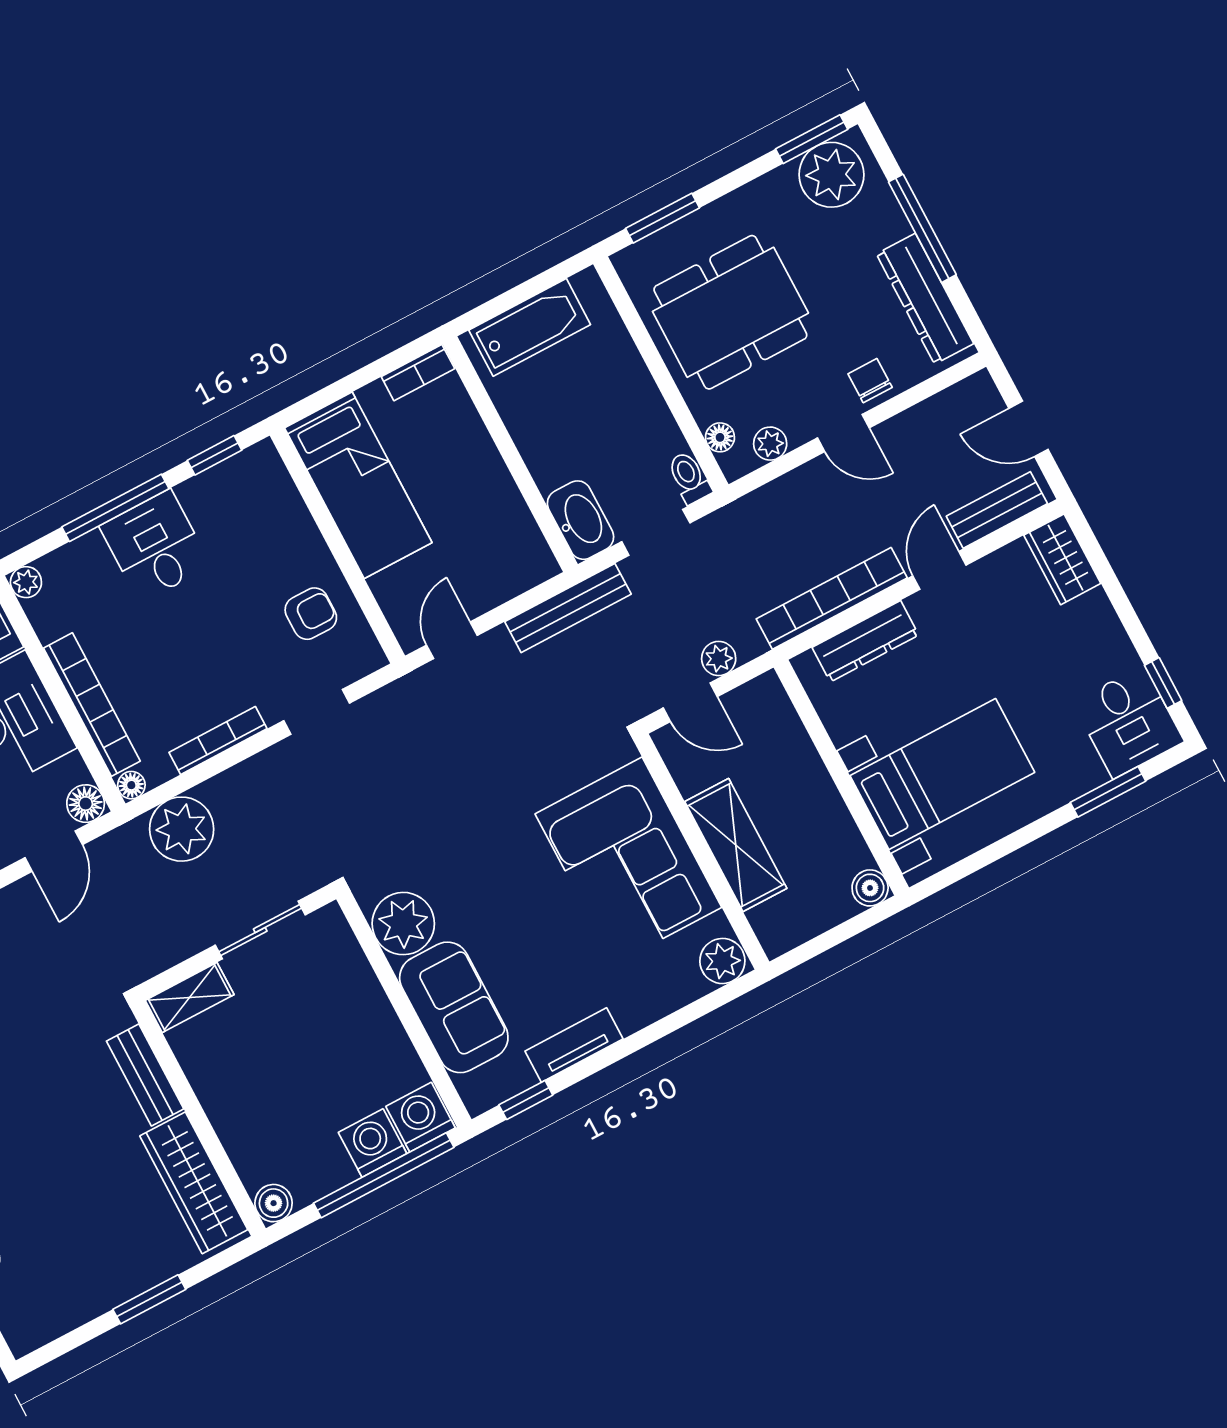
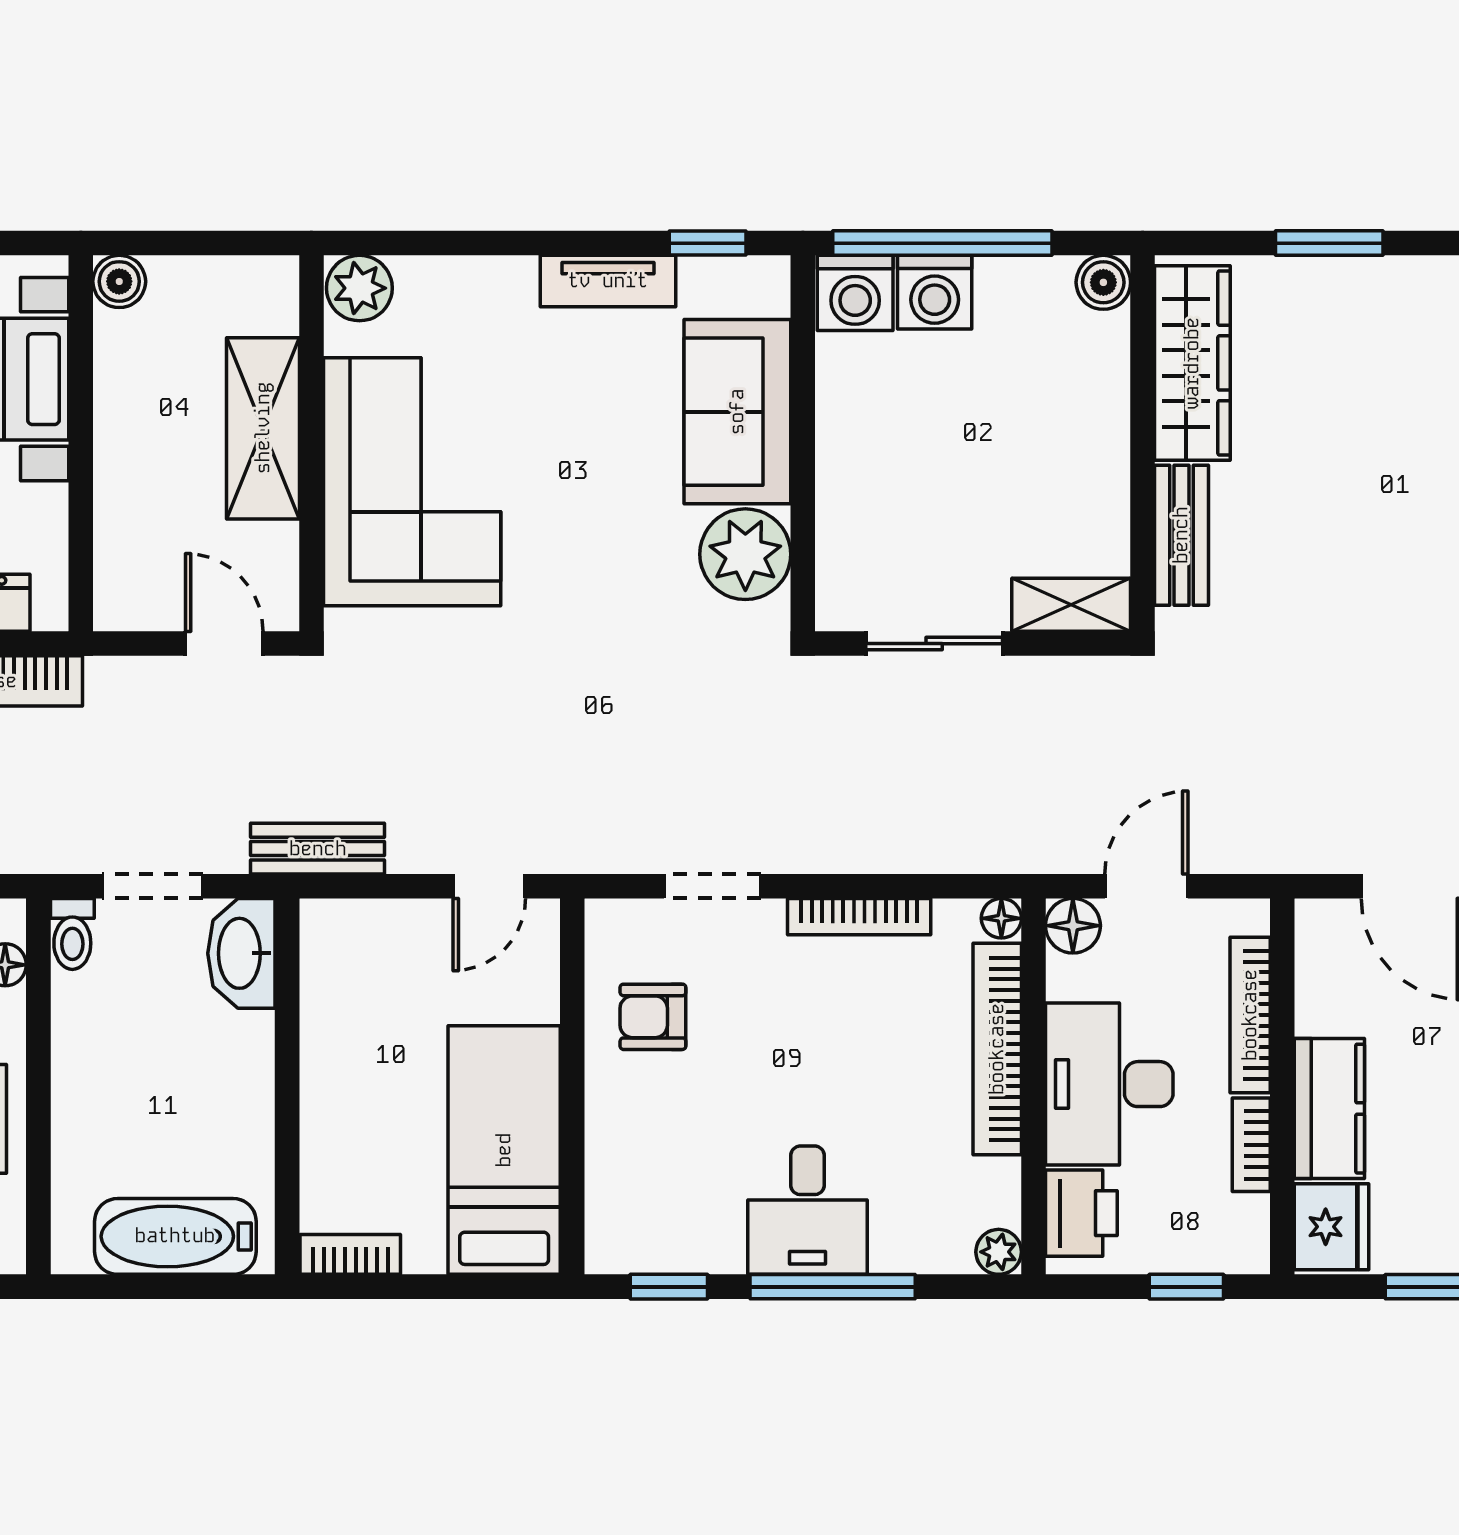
bench: (568, 608) -> (318, 849), width x0.73
plant: (719, 659) -> (158, 681), removed
plant: (182, 829) -> (967, 827), removed

